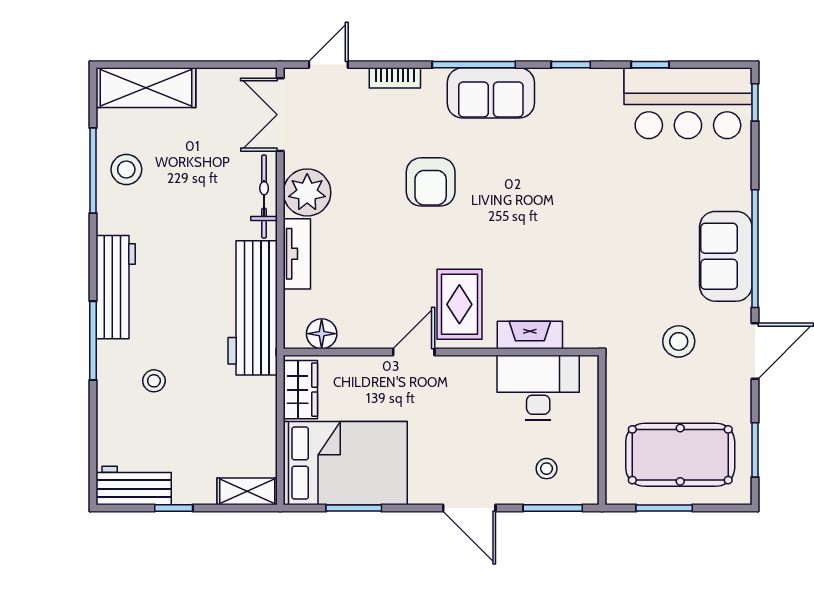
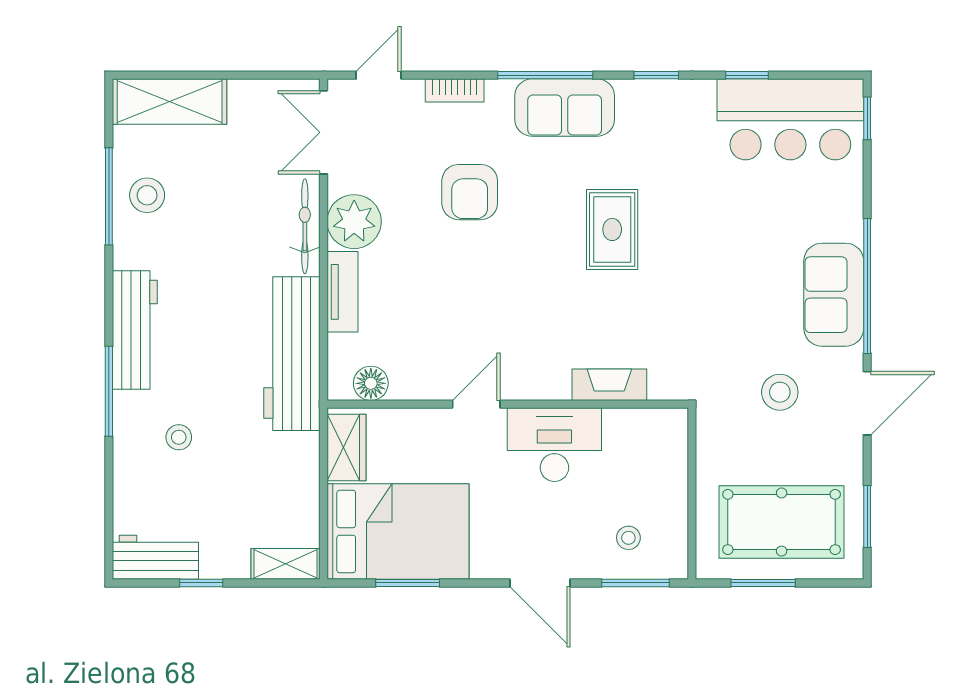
armchair: (431, 182) -> (470, 192), moved
rug: (459, 304) -> (612, 229), moved
desk: (538, 387) -> (554, 445), moved

